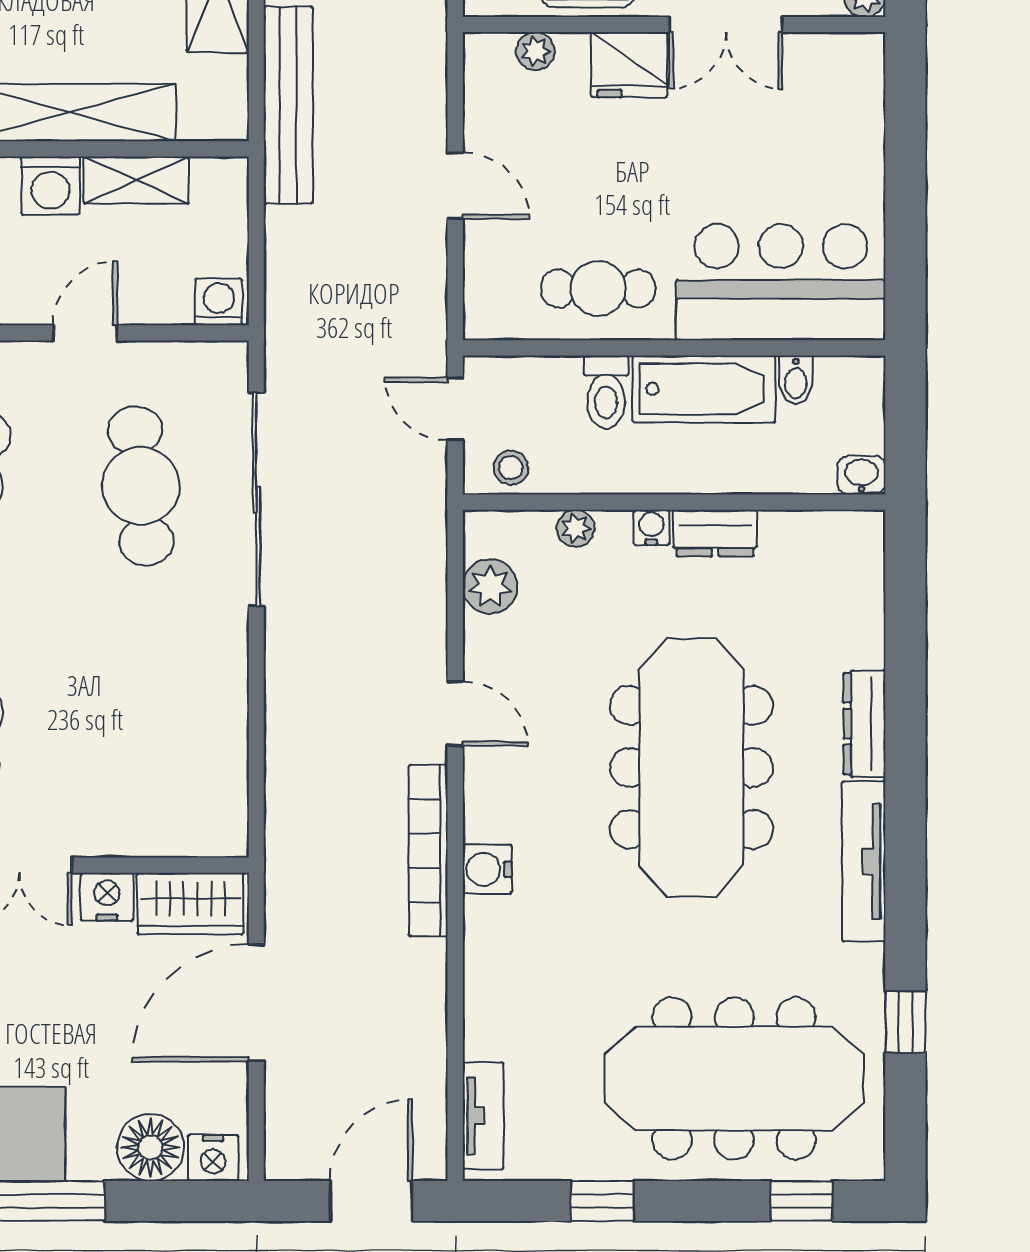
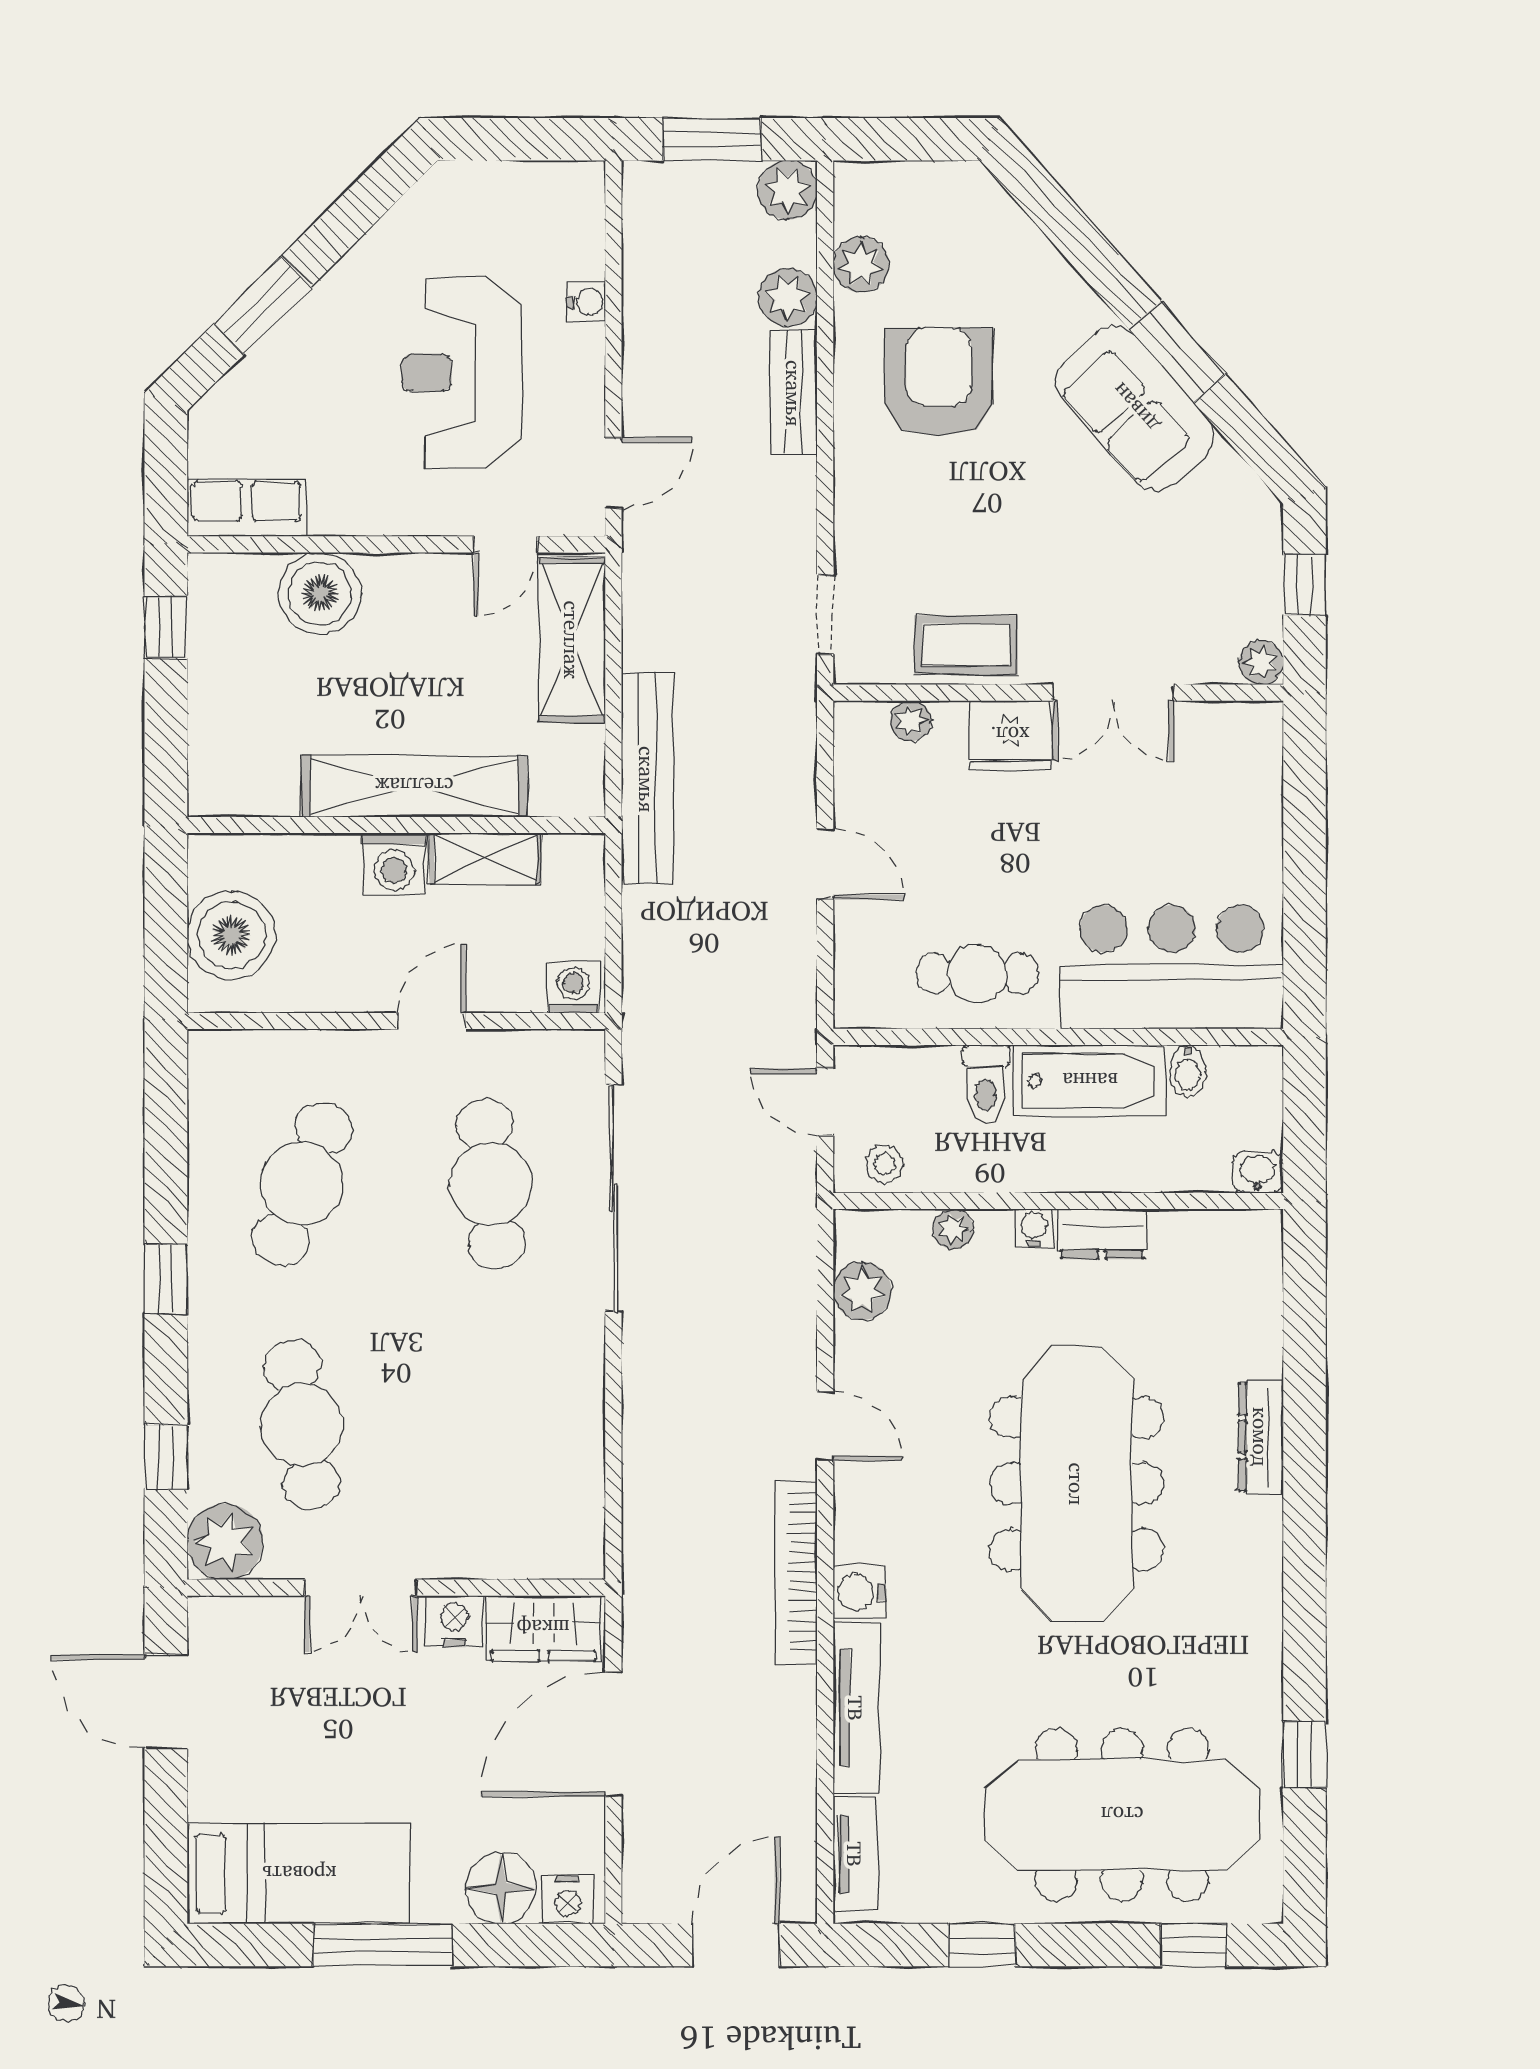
tv unit: (864, 861) -> (856, 1708), moved, turned 180

